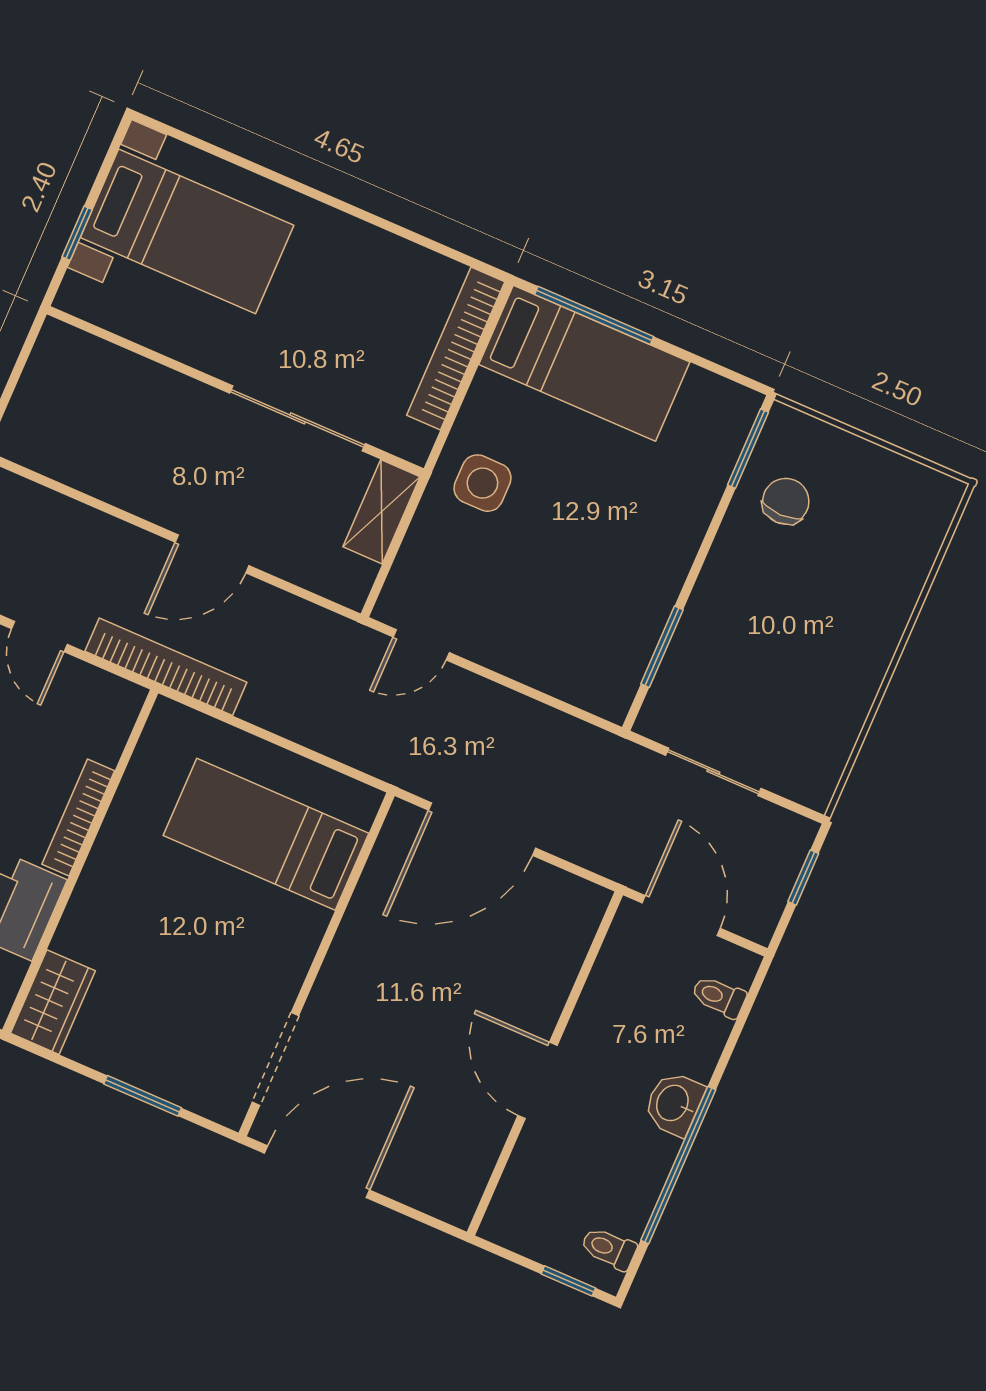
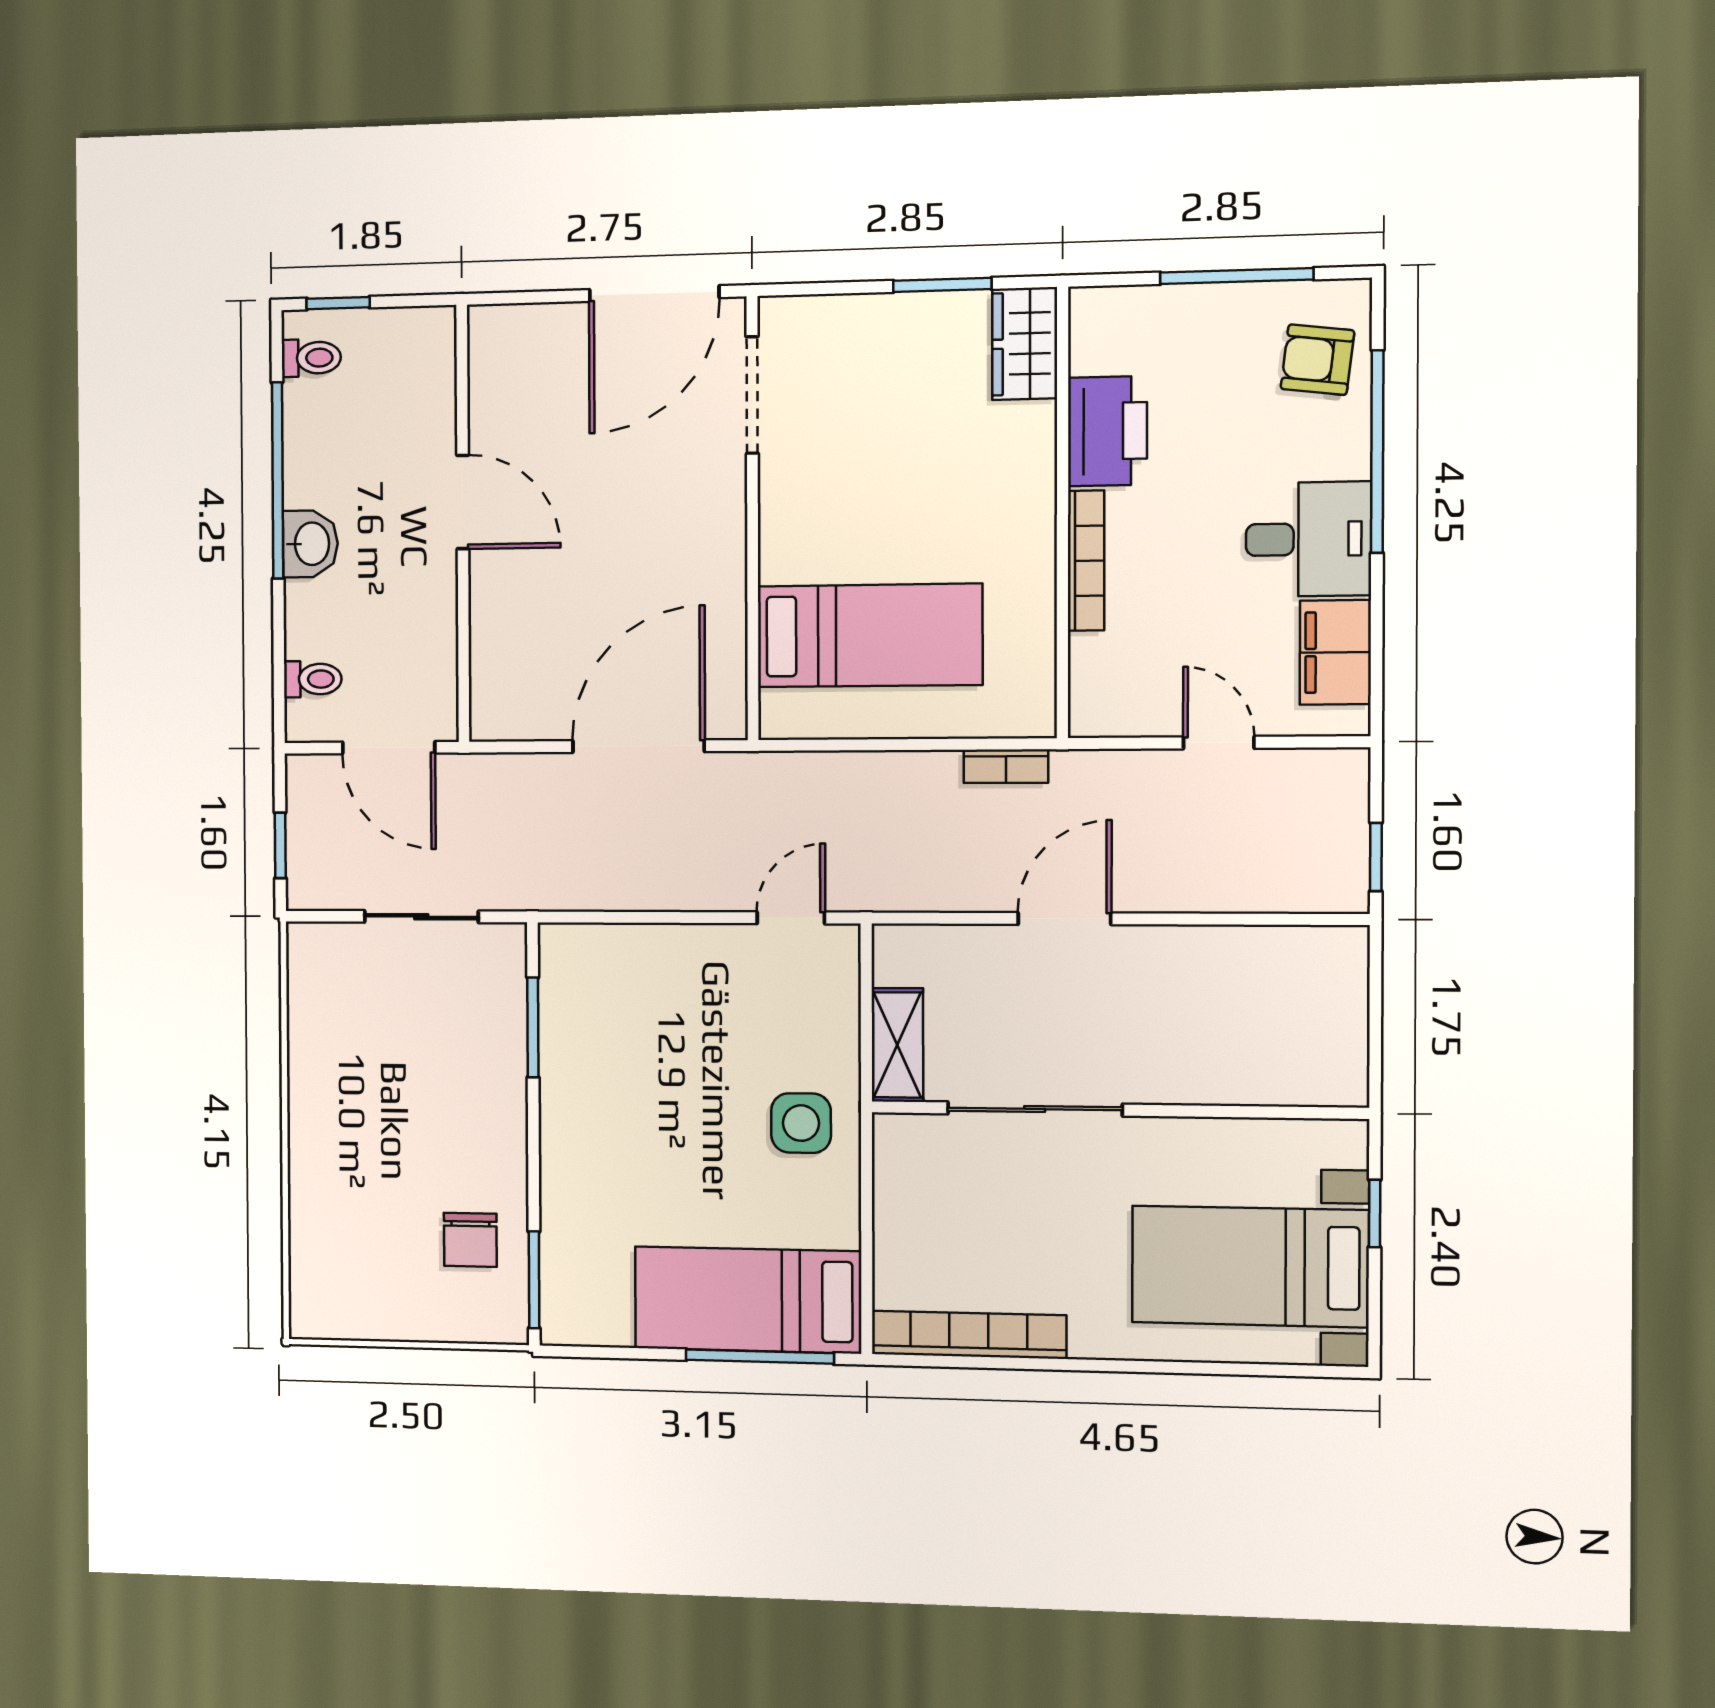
bookcase: (456, 349) -> (969, 1335), moved, turned -90
bookcase: (166, 667) -> (1006, 766), width x0.43, depth x0.76
window: (143, 1096) -> (942, 285), moved

